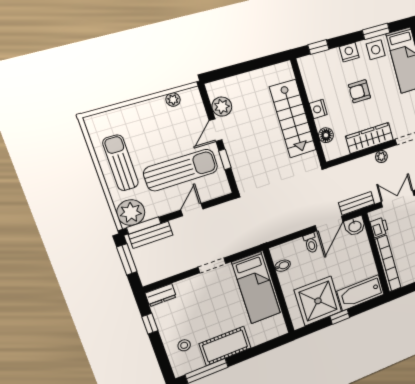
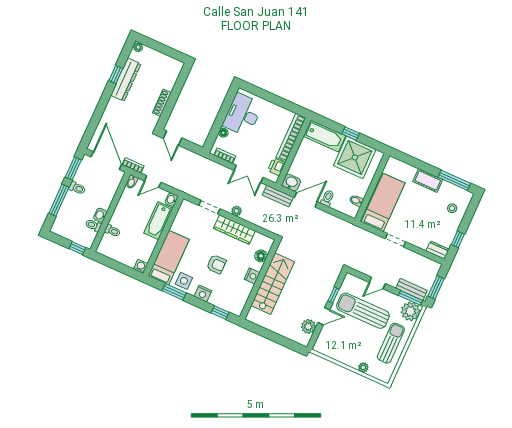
plant: (173, 100) -> (363, 367), moved
sun lounger: (121, 163) -> (391, 343), turned 180
cot: (225, 346) -> (428, 181), width x0.73, depth x0.75

